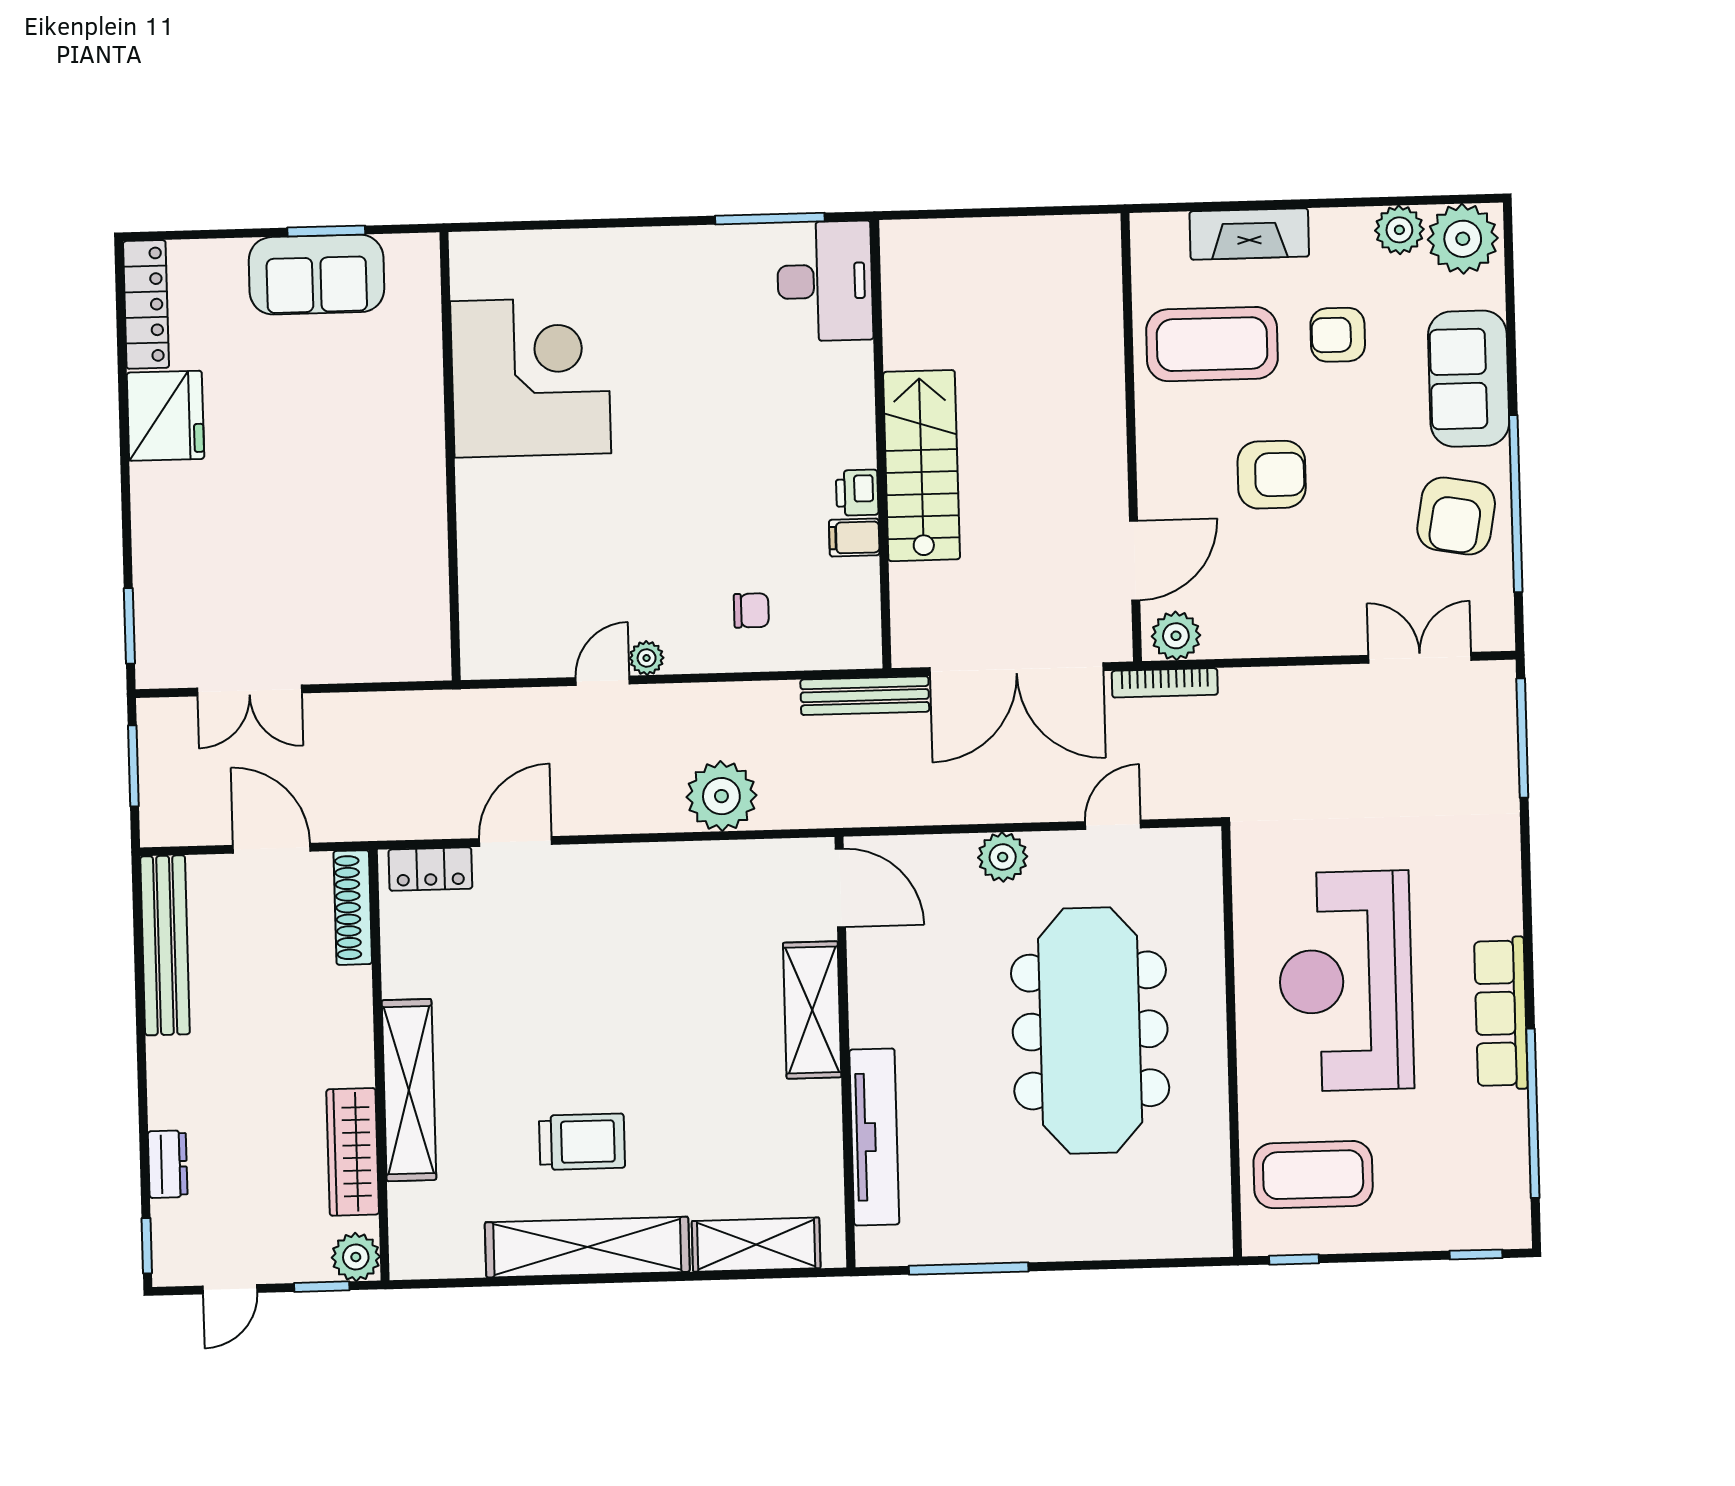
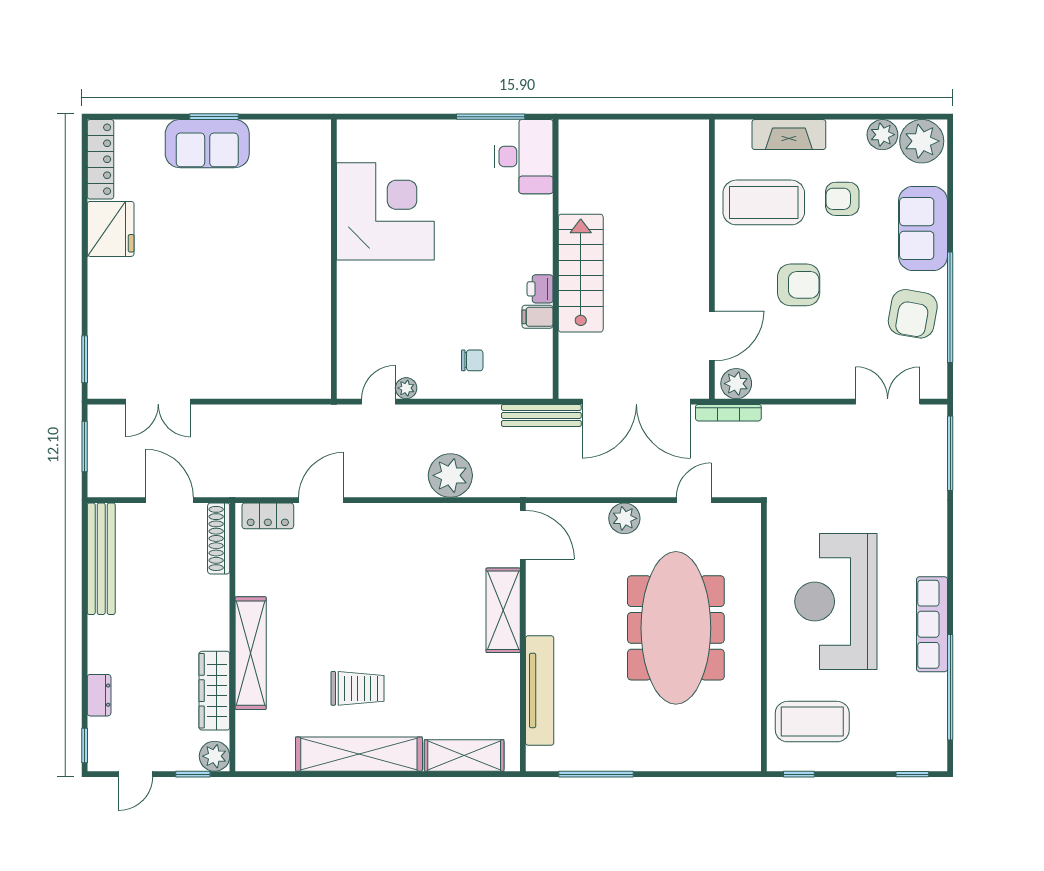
corner desk: (531, 377) -> (385, 211), moved
wall: (450, 456) -> (334, 259), moved

